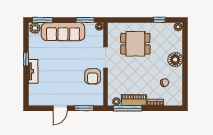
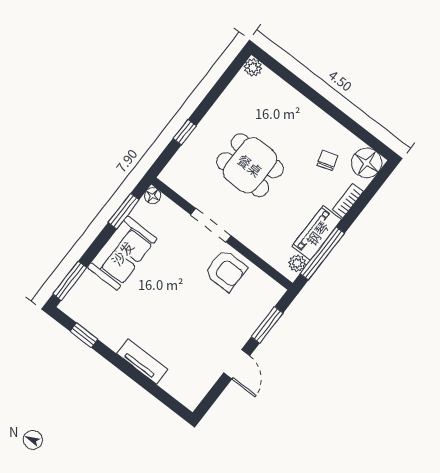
window: (159, 20) -> (185, 132), moved
plant: (35, 28) -> (73, 304), removed
sofa: (63, 32) -> (122, 253), width x0.73
dining table: (135, 44) -> (250, 165), moved, turned 90
window: (26, 59) -> (84, 335), moved
floor lamp: (175, 60) -> (367, 163), moved

